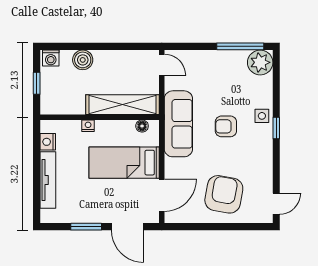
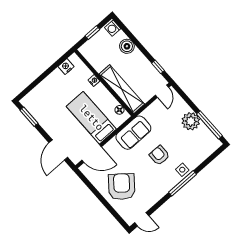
window: (133, 46) -> (158, 67), added
plant: (260, 62) -> (191, 121), moved
sofa: (178, 124) -> (133, 133), width x0.73
window: (276, 128) -> (183, 183), width x2.17
tv unit: (48, 180) -> (45, 85), removed
armchair: (224, 194) -> (122, 187), turned -61
window: (86, 227) -> (29, 117), moved

